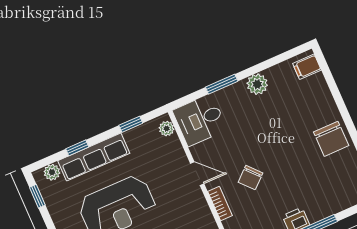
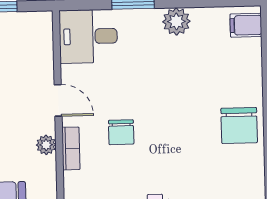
plant: (167, 129) -> (46, 145), moved
chair: (251, 178) -> (121, 132), turned -48

